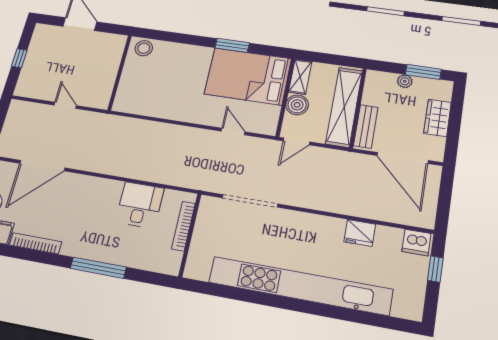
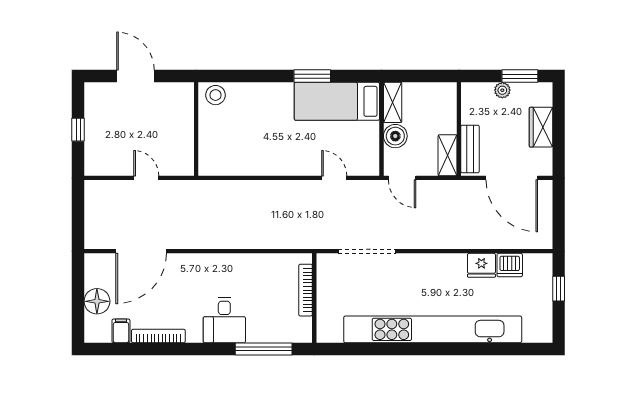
bed: (248, 76) -> (337, 101), width x0.67
shelving: (344, 107) -> (448, 155), width x0.45, depth x0.75
door: (296, 141) -> (402, 178), hinge flipped
desk: (140, 205) -> (224, 320), moved, turned 180
dishwasher: (416, 242) -> (510, 265), moved
window: (98, 268) -> (264, 349), moved

